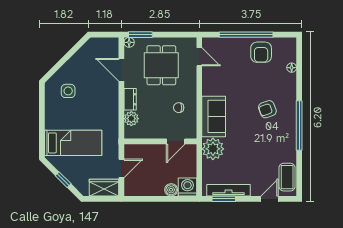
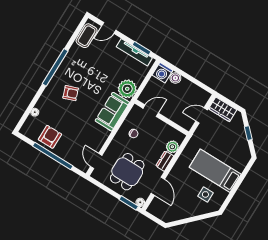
bed: (73, 143) -> (215, 171), moved

